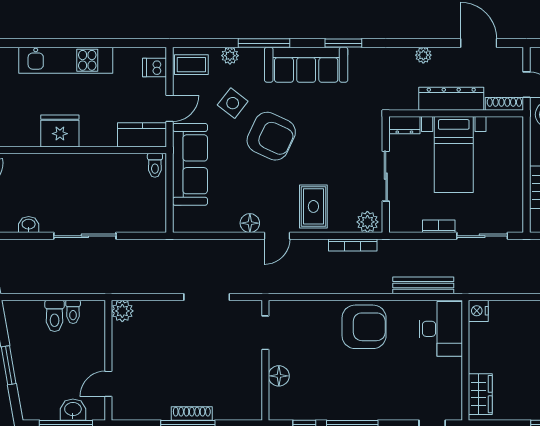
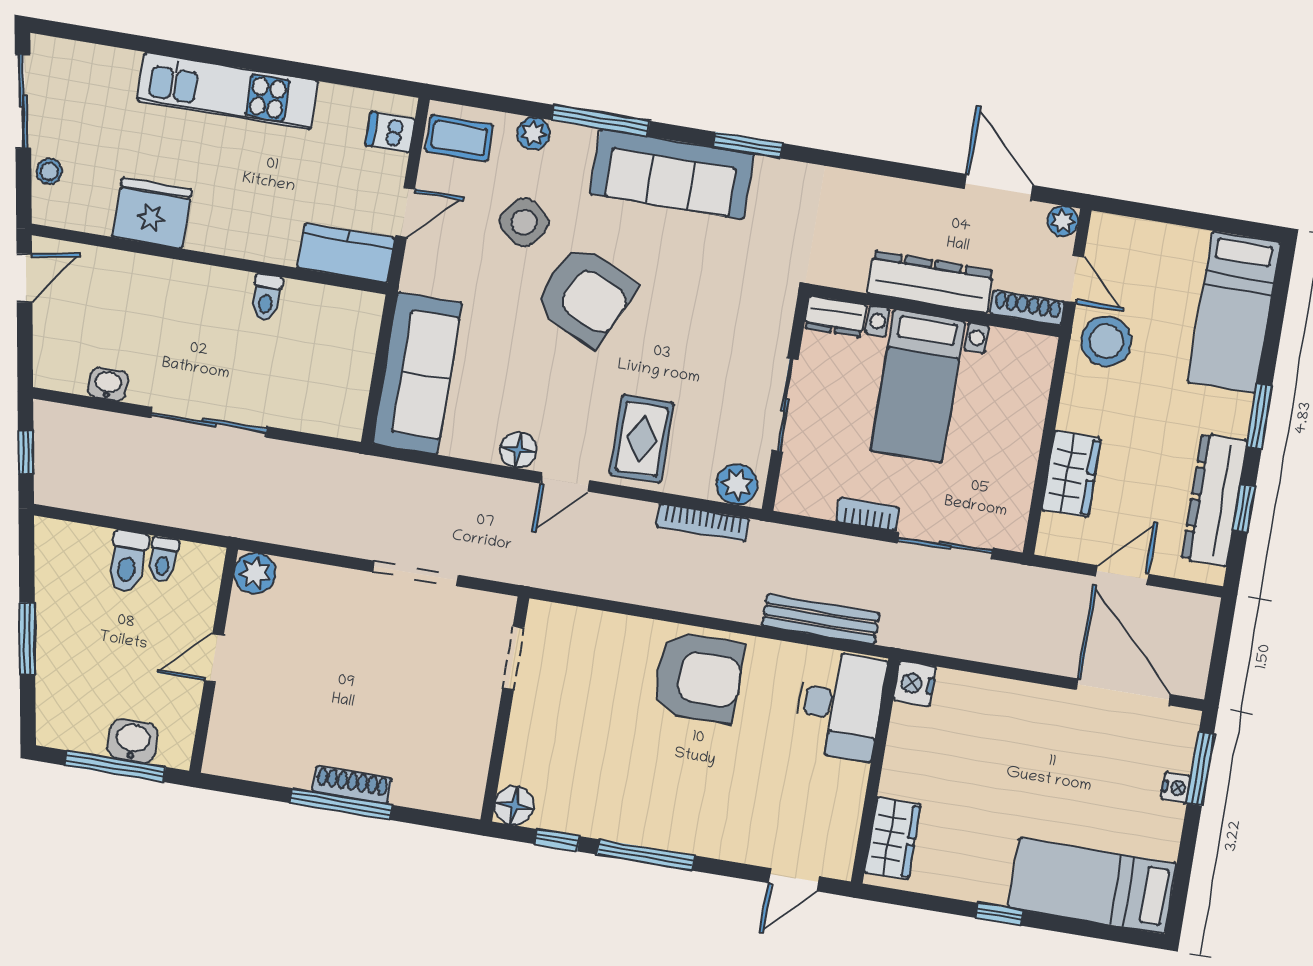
plant: (423, 55) -> (1063, 221), moved
fridge: (60, 131) -> (152, 213), moved
sofa: (190, 164) -> (417, 373), moved
toilet: (155, 165) -> (266, 298), moved
floor lamp: (279, 376) -> (514, 805), moved
door: (108, 384) -> (214, 658), moved

